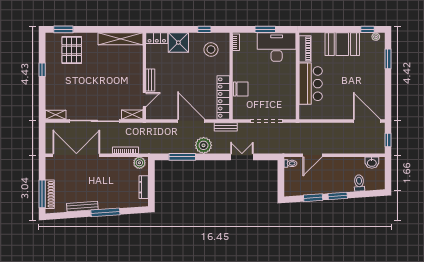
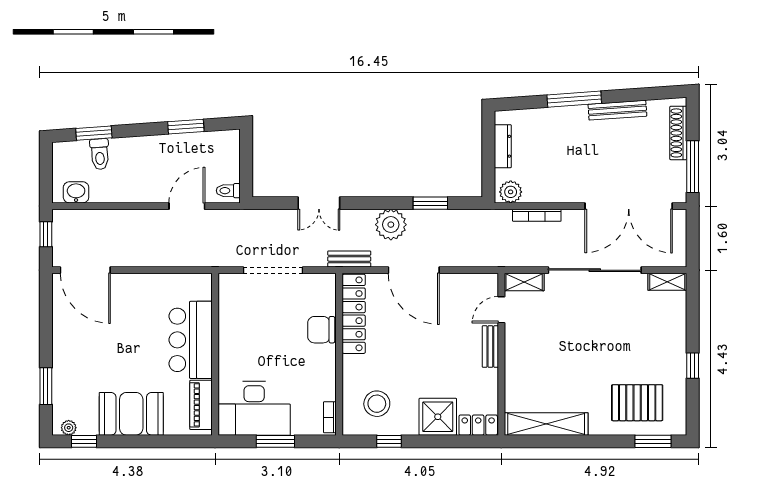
pallet: (72, 50) -> (637, 403), turned 90
window: (182, 157) -> (430, 203), width x0.69
window: (42, 194) -> (693, 167), moved
window: (338, 196) -> (94, 133), moved

